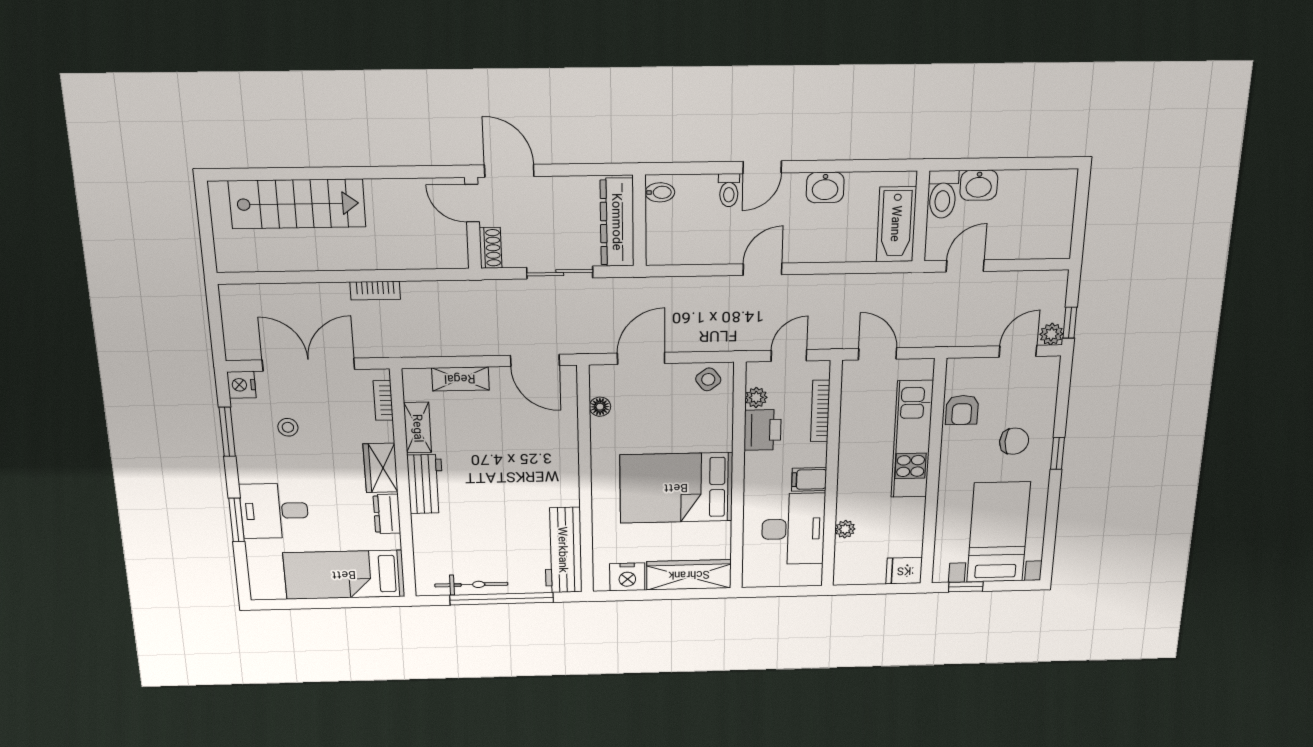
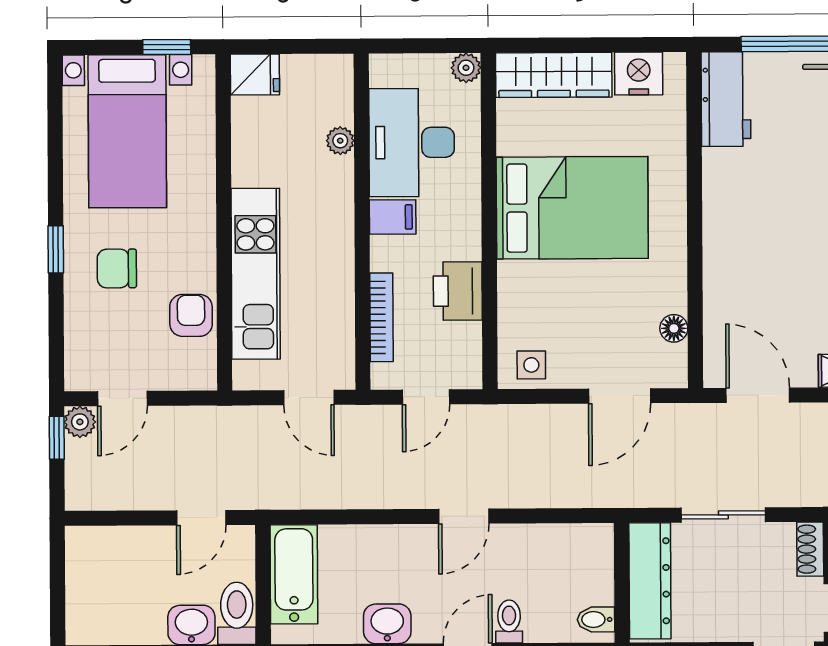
side table: (708, 379) -> (531, 365), turned 37
plant: (756, 397) -> (466, 68), moved
workbench: (563, 550) -> (726, 99), width x0.73

